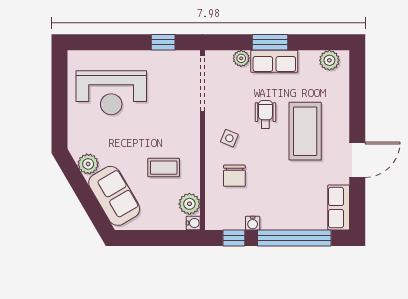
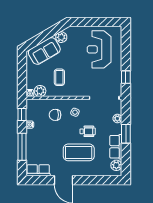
row of seats: (274, 61) -> (116, 147), moved
window: (294, 238) -> (22, 147), width x0.68

